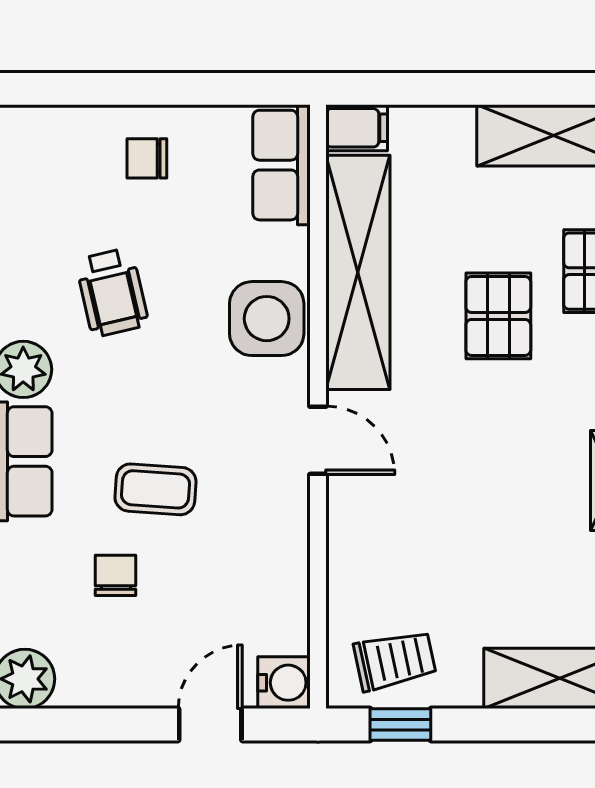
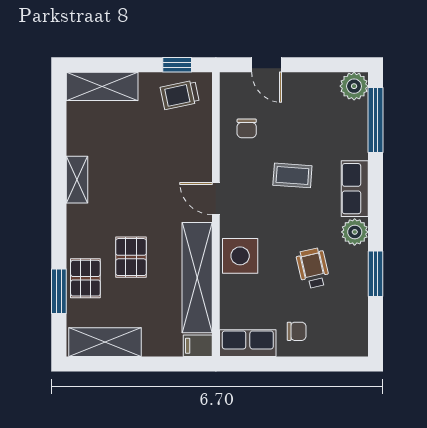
row of seats: (282, 165) -> (248, 343), moved, turned -90
chair: (116, 575) -> (247, 128), moved
water cooler: (284, 683) -> (232, 84), removed
door: (210, 724) -> (267, 65), hinge flipped

